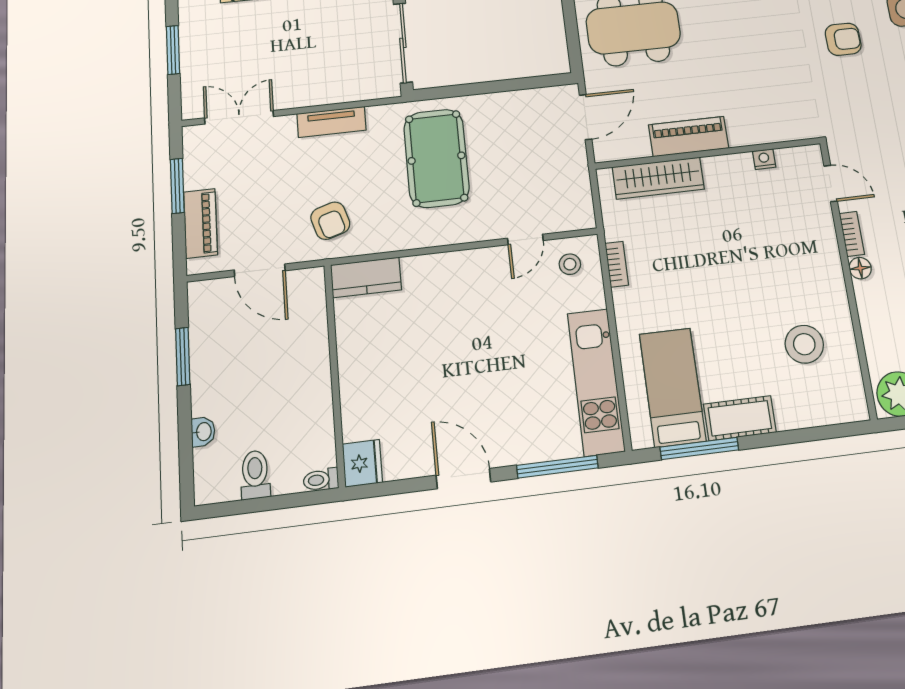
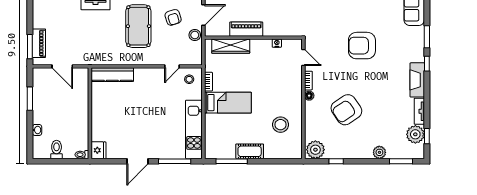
stool: (571, 163) -> (195, 35), added
window: (177, 186) -> (30, 47), moved
armchair: (330, 221) -> (173, 17), moved
kitchen counter: (366, 277) -> (112, 75), width x1.50
bed: (673, 387) -> (228, 103), moved, turned 90
door: (463, 479) -> (137, 161), swing flipped

